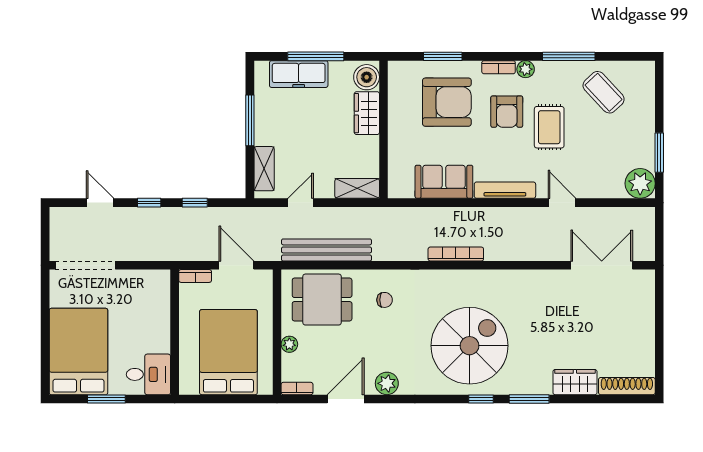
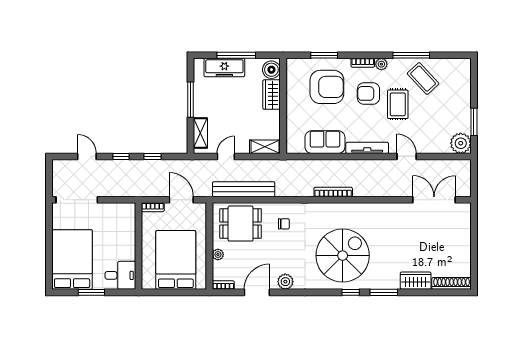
coffee table: (604, 92) -> (423, 79), moved
armchair: (507, 112) -> (368, 93), turned 90

